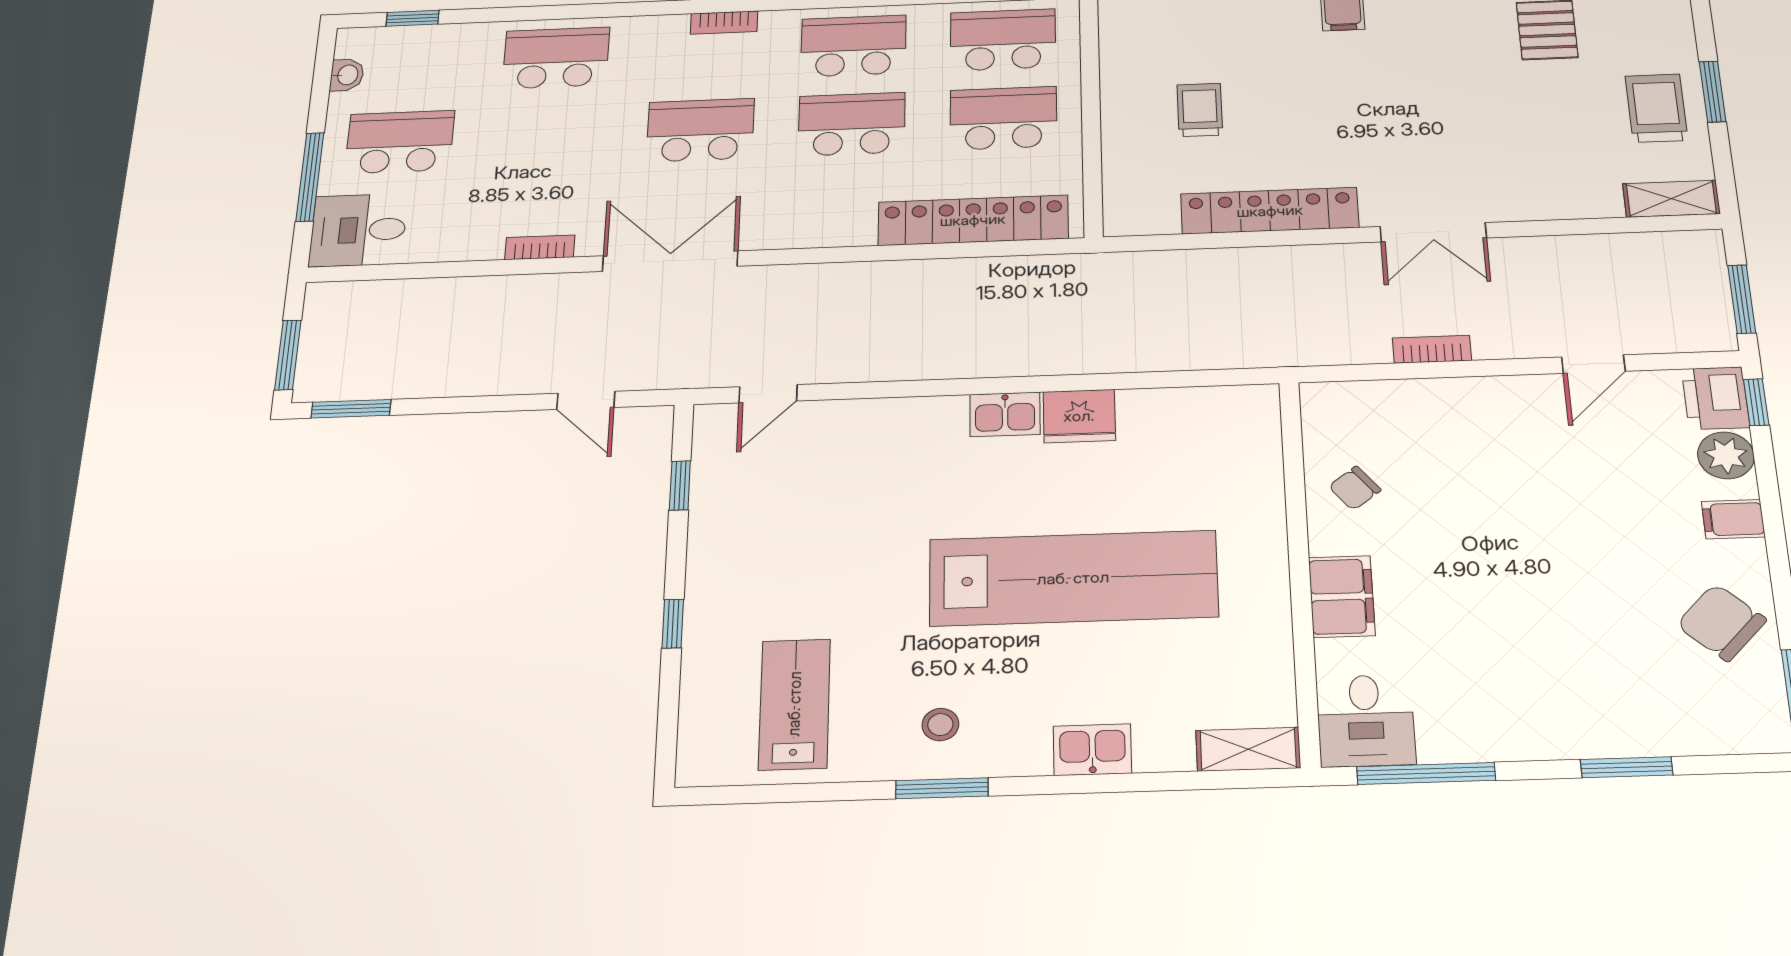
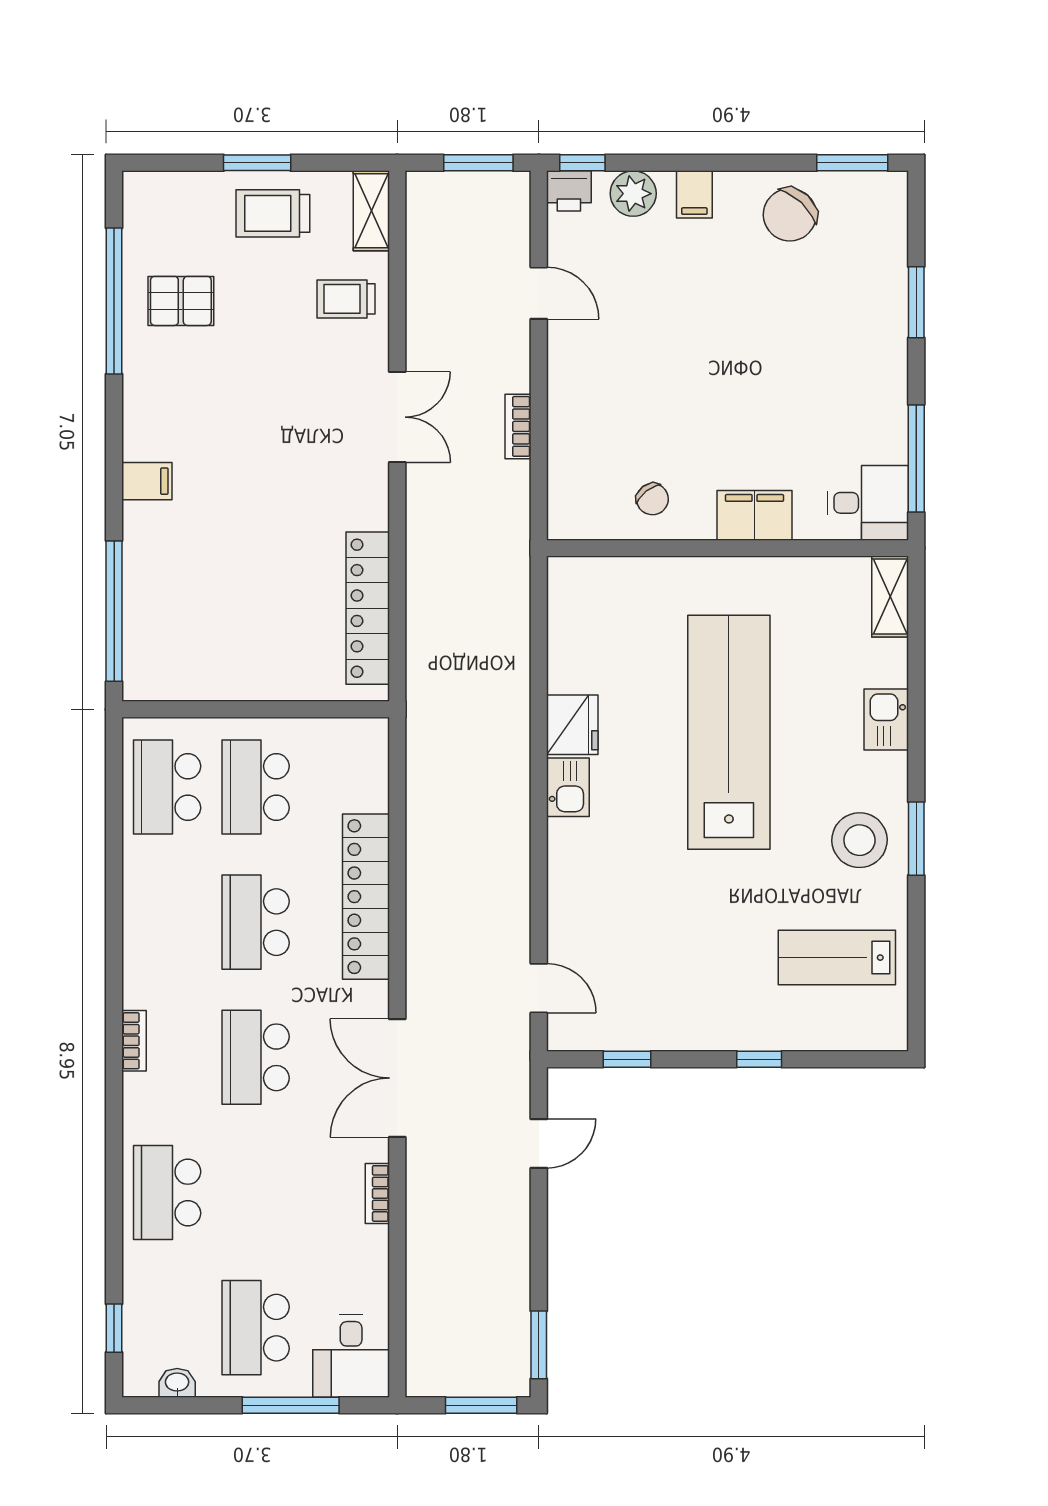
school desk: (853, 46) -> (167, 922), removed
trolley: (1200, 110) -> (346, 299), moved
locker: (1270, 211) -> (368, 608), moved
locker: (973, 220) -> (366, 897), moved
printer: (1716, 398) -> (569, 191), width x0.73, depth x0.81
stool: (940, 725) -> (859, 840), width x1.89, depth x1.89

